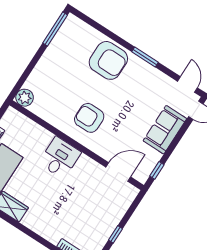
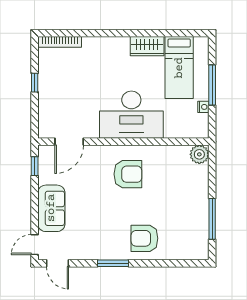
window: (55, 29) -> (212, 219), moved
armchair: (108, 60) -> (144, 238), width x0.73, depth x0.73
desk: (60, 158) -> (131, 115), width x1.87, depth x1.30

